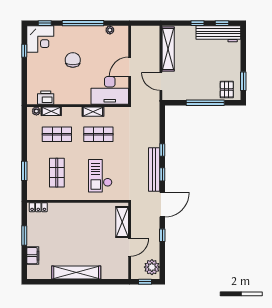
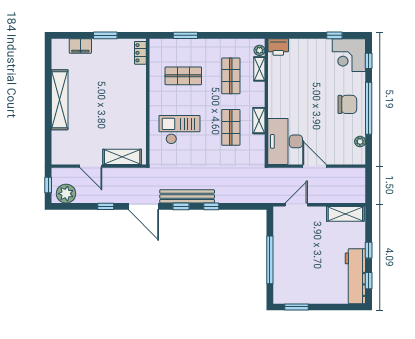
shelving: (168, 49) -> (345, 214), width x0.68
chair: (73, 60) -> (347, 104), moved
pallet: (227, 89) -> (286, 287), removed
printer: (46, 98) -> (278, 47), moved, turned 90

